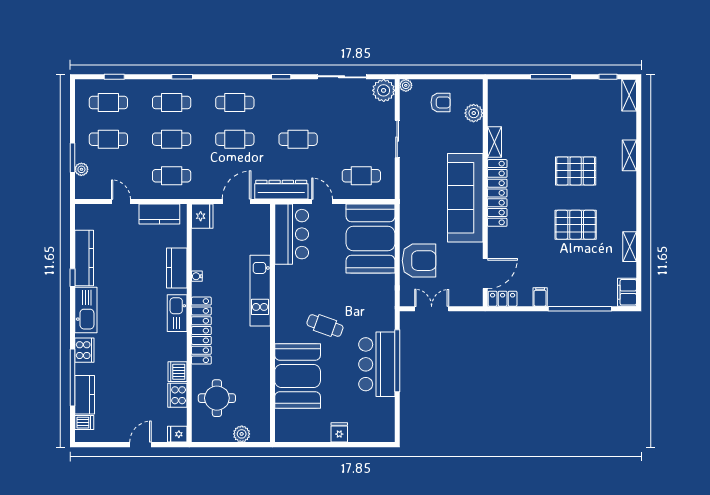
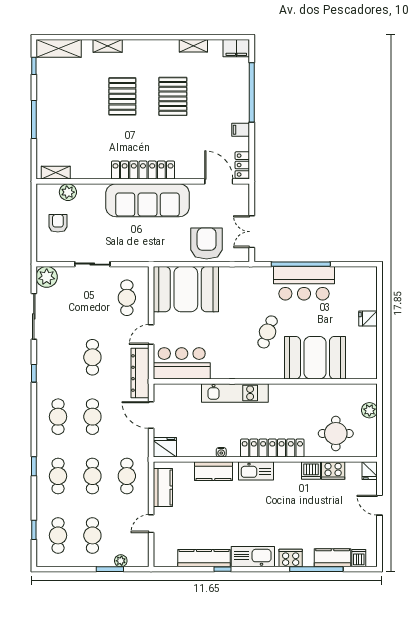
plant: (406, 85) -> (42, 256), removed
shelving: (629, 95) -> (59, 48), width x1.50, depth x1.33
shelving: (494, 142) -> (56, 173), moved

